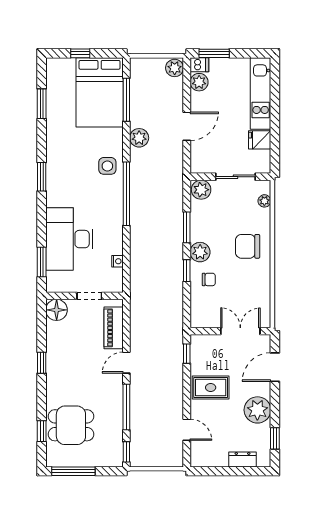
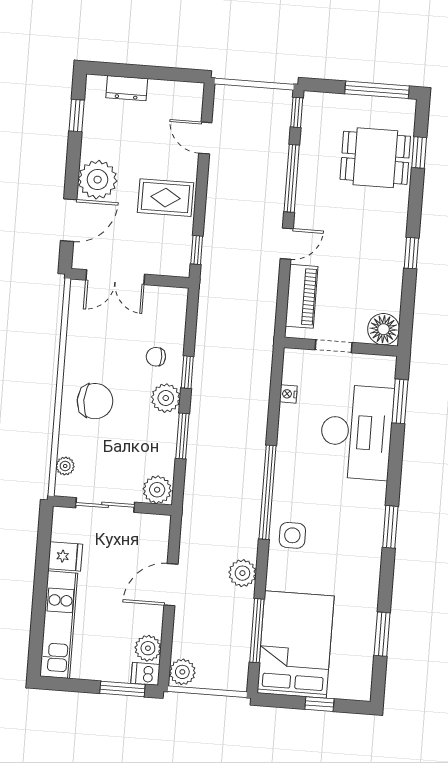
plant: (257, 410) -> (98, 180), moved

